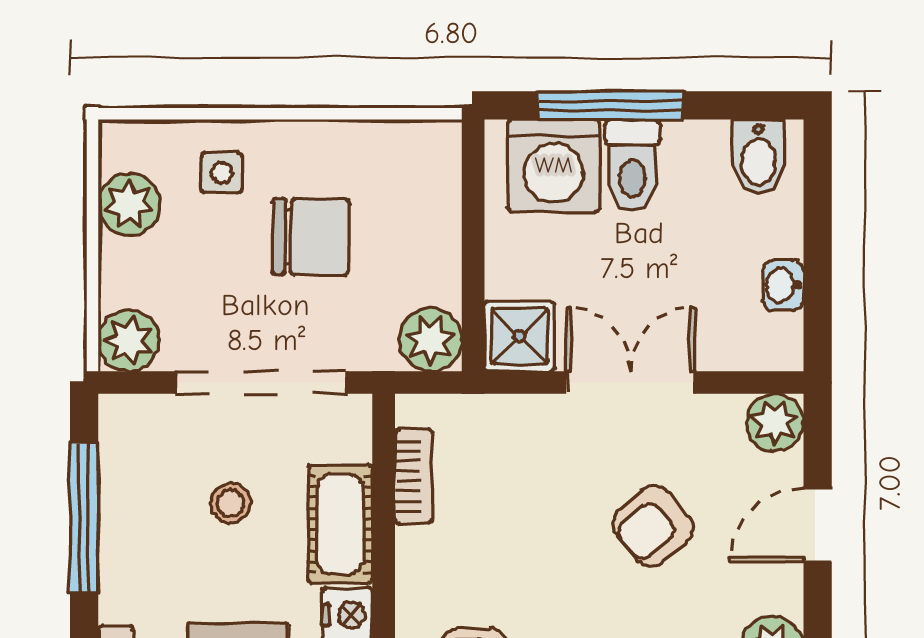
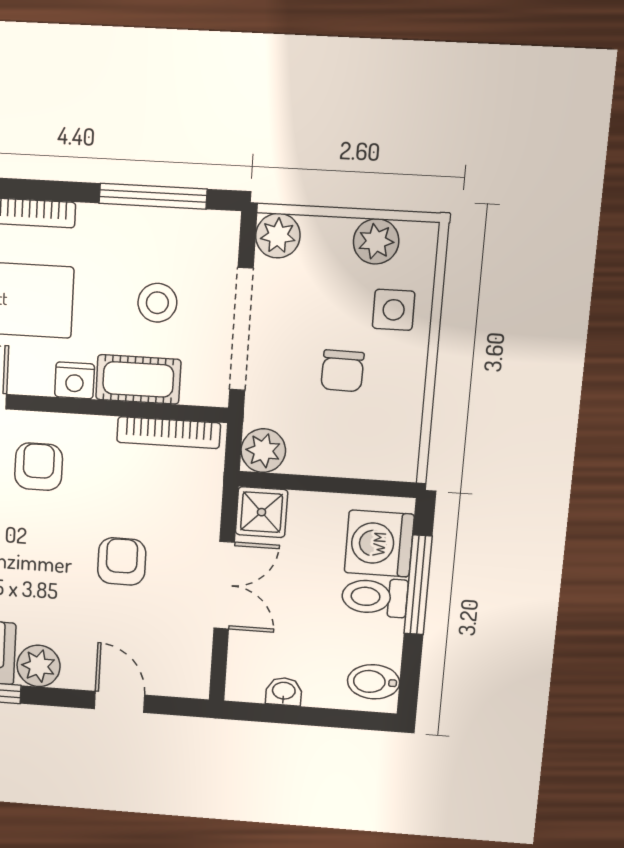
side table: (222, 173) -> (394, 310), width x1.37, depth x1.37
chair: (311, 237) -> (342, 371), width x0.73, depth x0.73
plant: (775, 423) -> (191, 679), removed
bookcase: (414, 476) -> (169, 433), width x1.56
stool: (231, 503) -> (157, 303), width x1.37, depth x1.37
armchair: (653, 526) -> (122, 561), moved, turned 40

